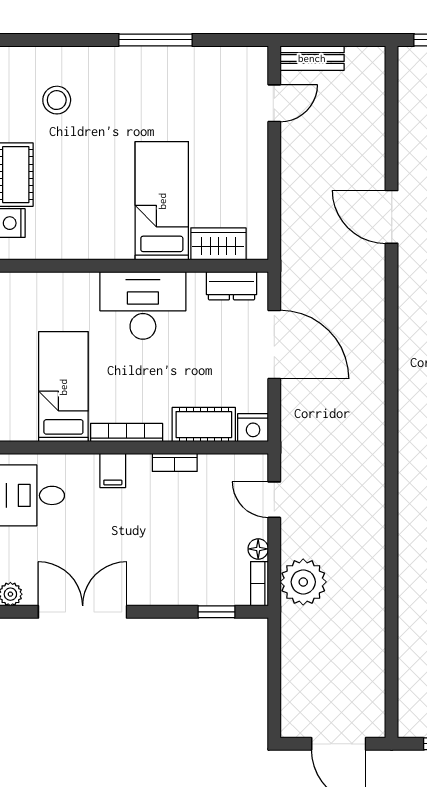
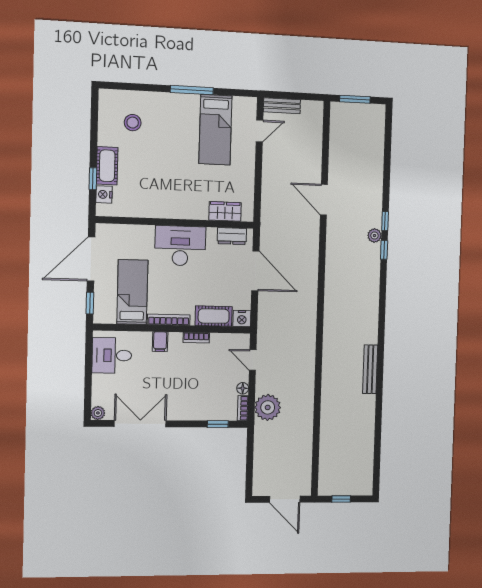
bed: (162, 201) -> (215, 130), moved, turned 180

